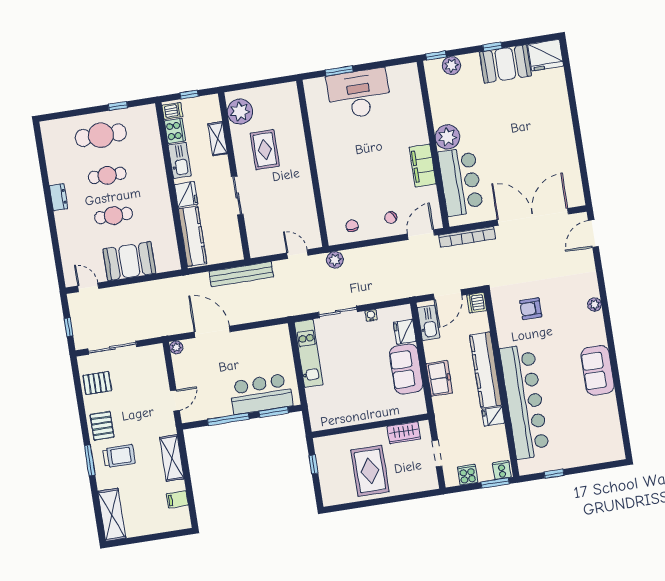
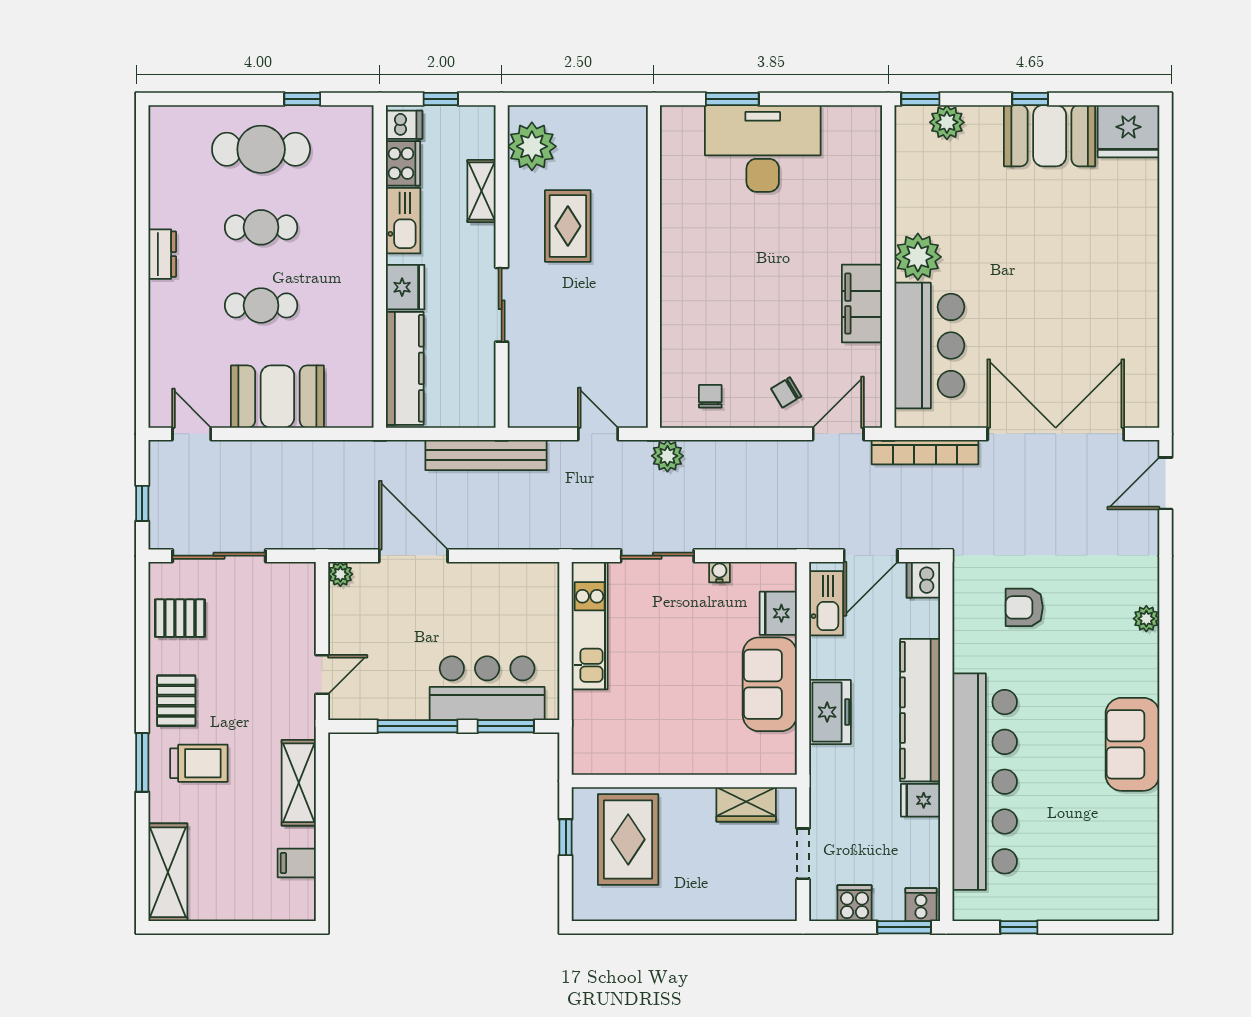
rug: (370, 471) -> (628, 839), moved

